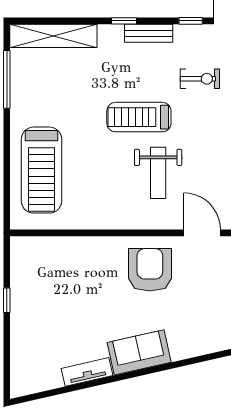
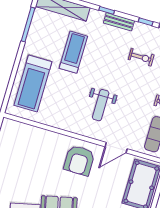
treadmill: (139, 117) -> (73, 52), moved, turned 90
door: (202, 233) -> (116, 148), swing flipped
armchair: (150, 270) -> (79, 160), turned 180

